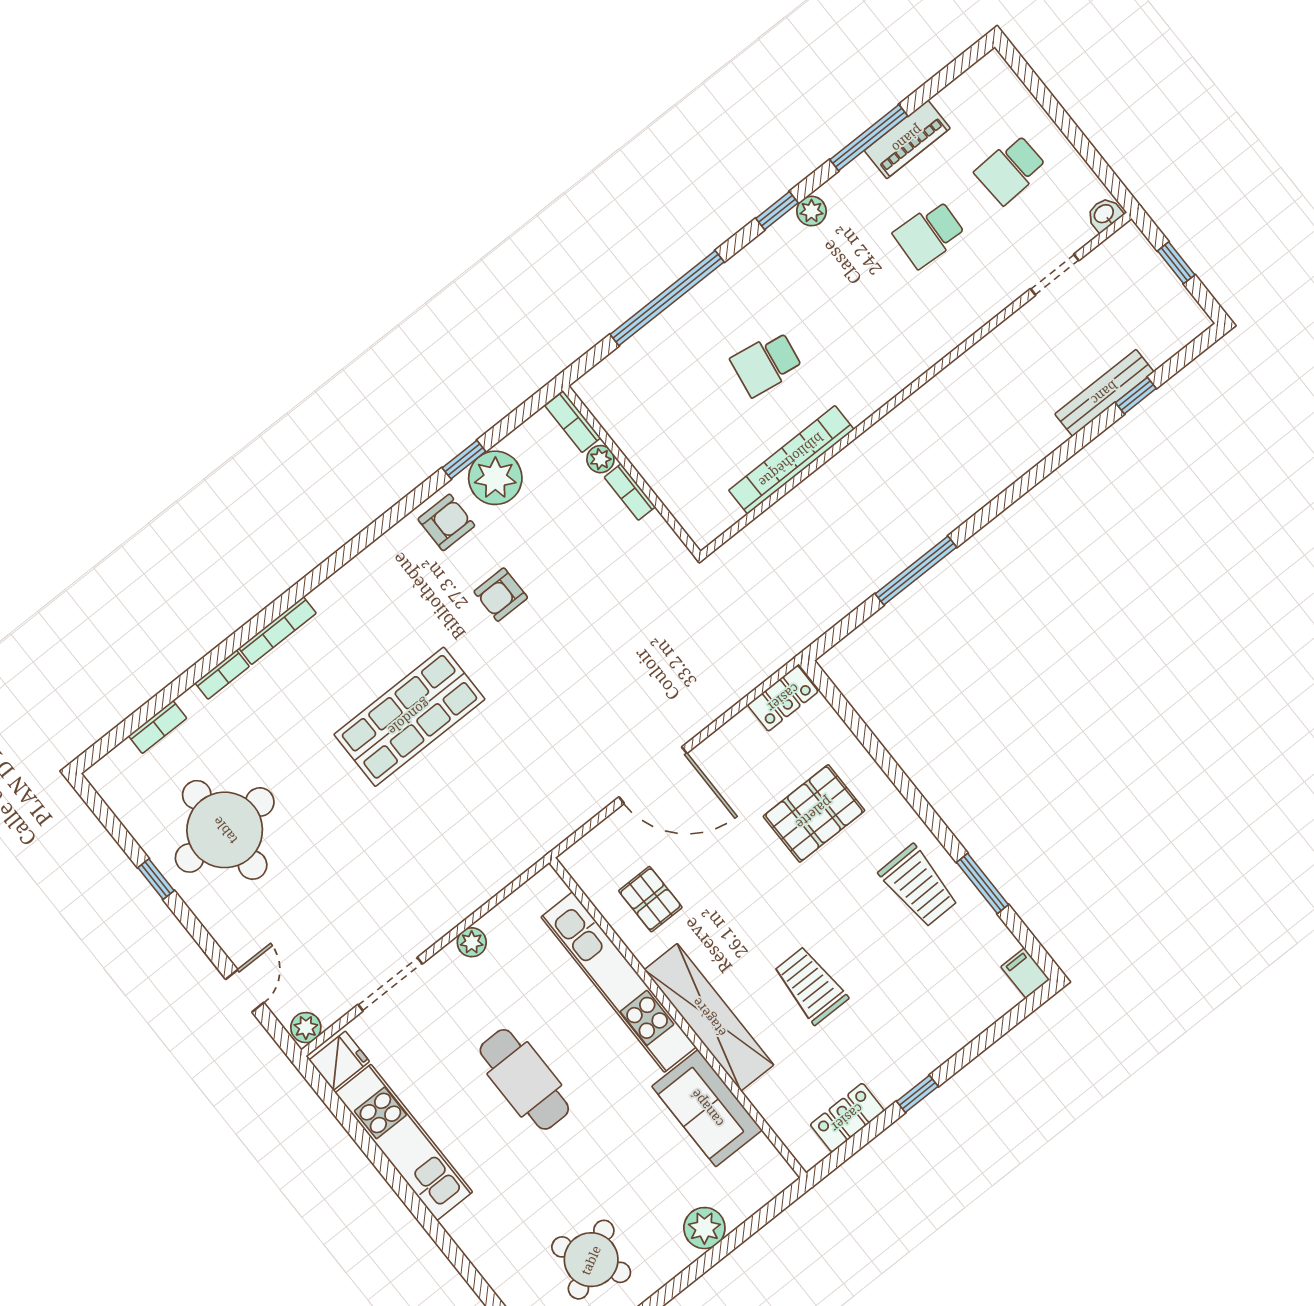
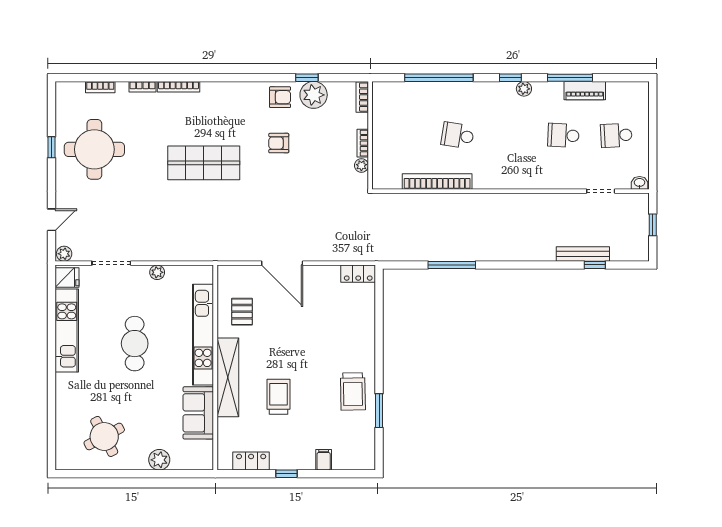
plant: (600, 459) -> (361, 166), moved
pallet: (814, 813) -> (334, 329), removed
filing cabinet: (1025, 973) -> (324, 460), moved

